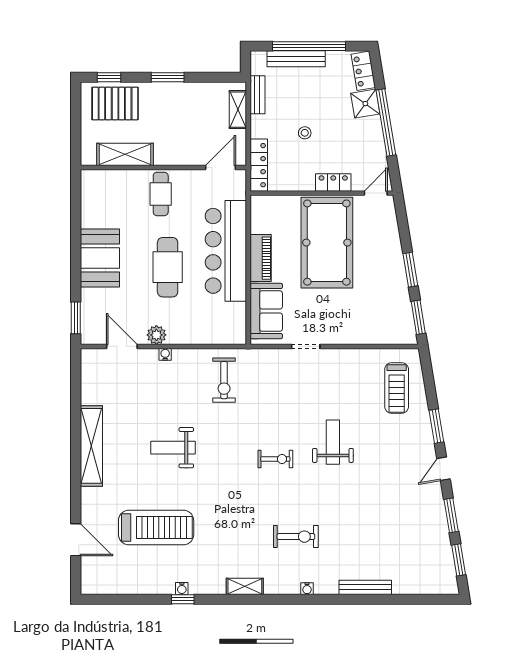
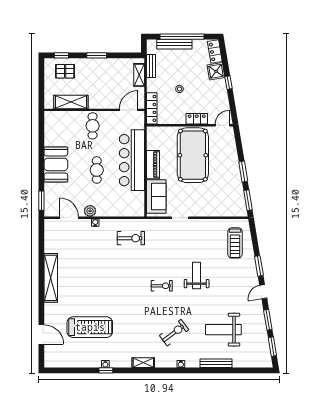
pallet: (115, 104) -> (65, 71), width x0.67, depth x0.71
window: (386, 122) -> (229, 83), width x0.32
cafe table: (168, 267) -> (97, 170), width x0.73, depth x0.74
exercise bike: (224, 380) -> (131, 238), turned -90
weight bench: (173, 448) -> (223, 330), moved, width x1.36, depth x1.33
exercise bike: (296, 537) -> (174, 333), turned -37

